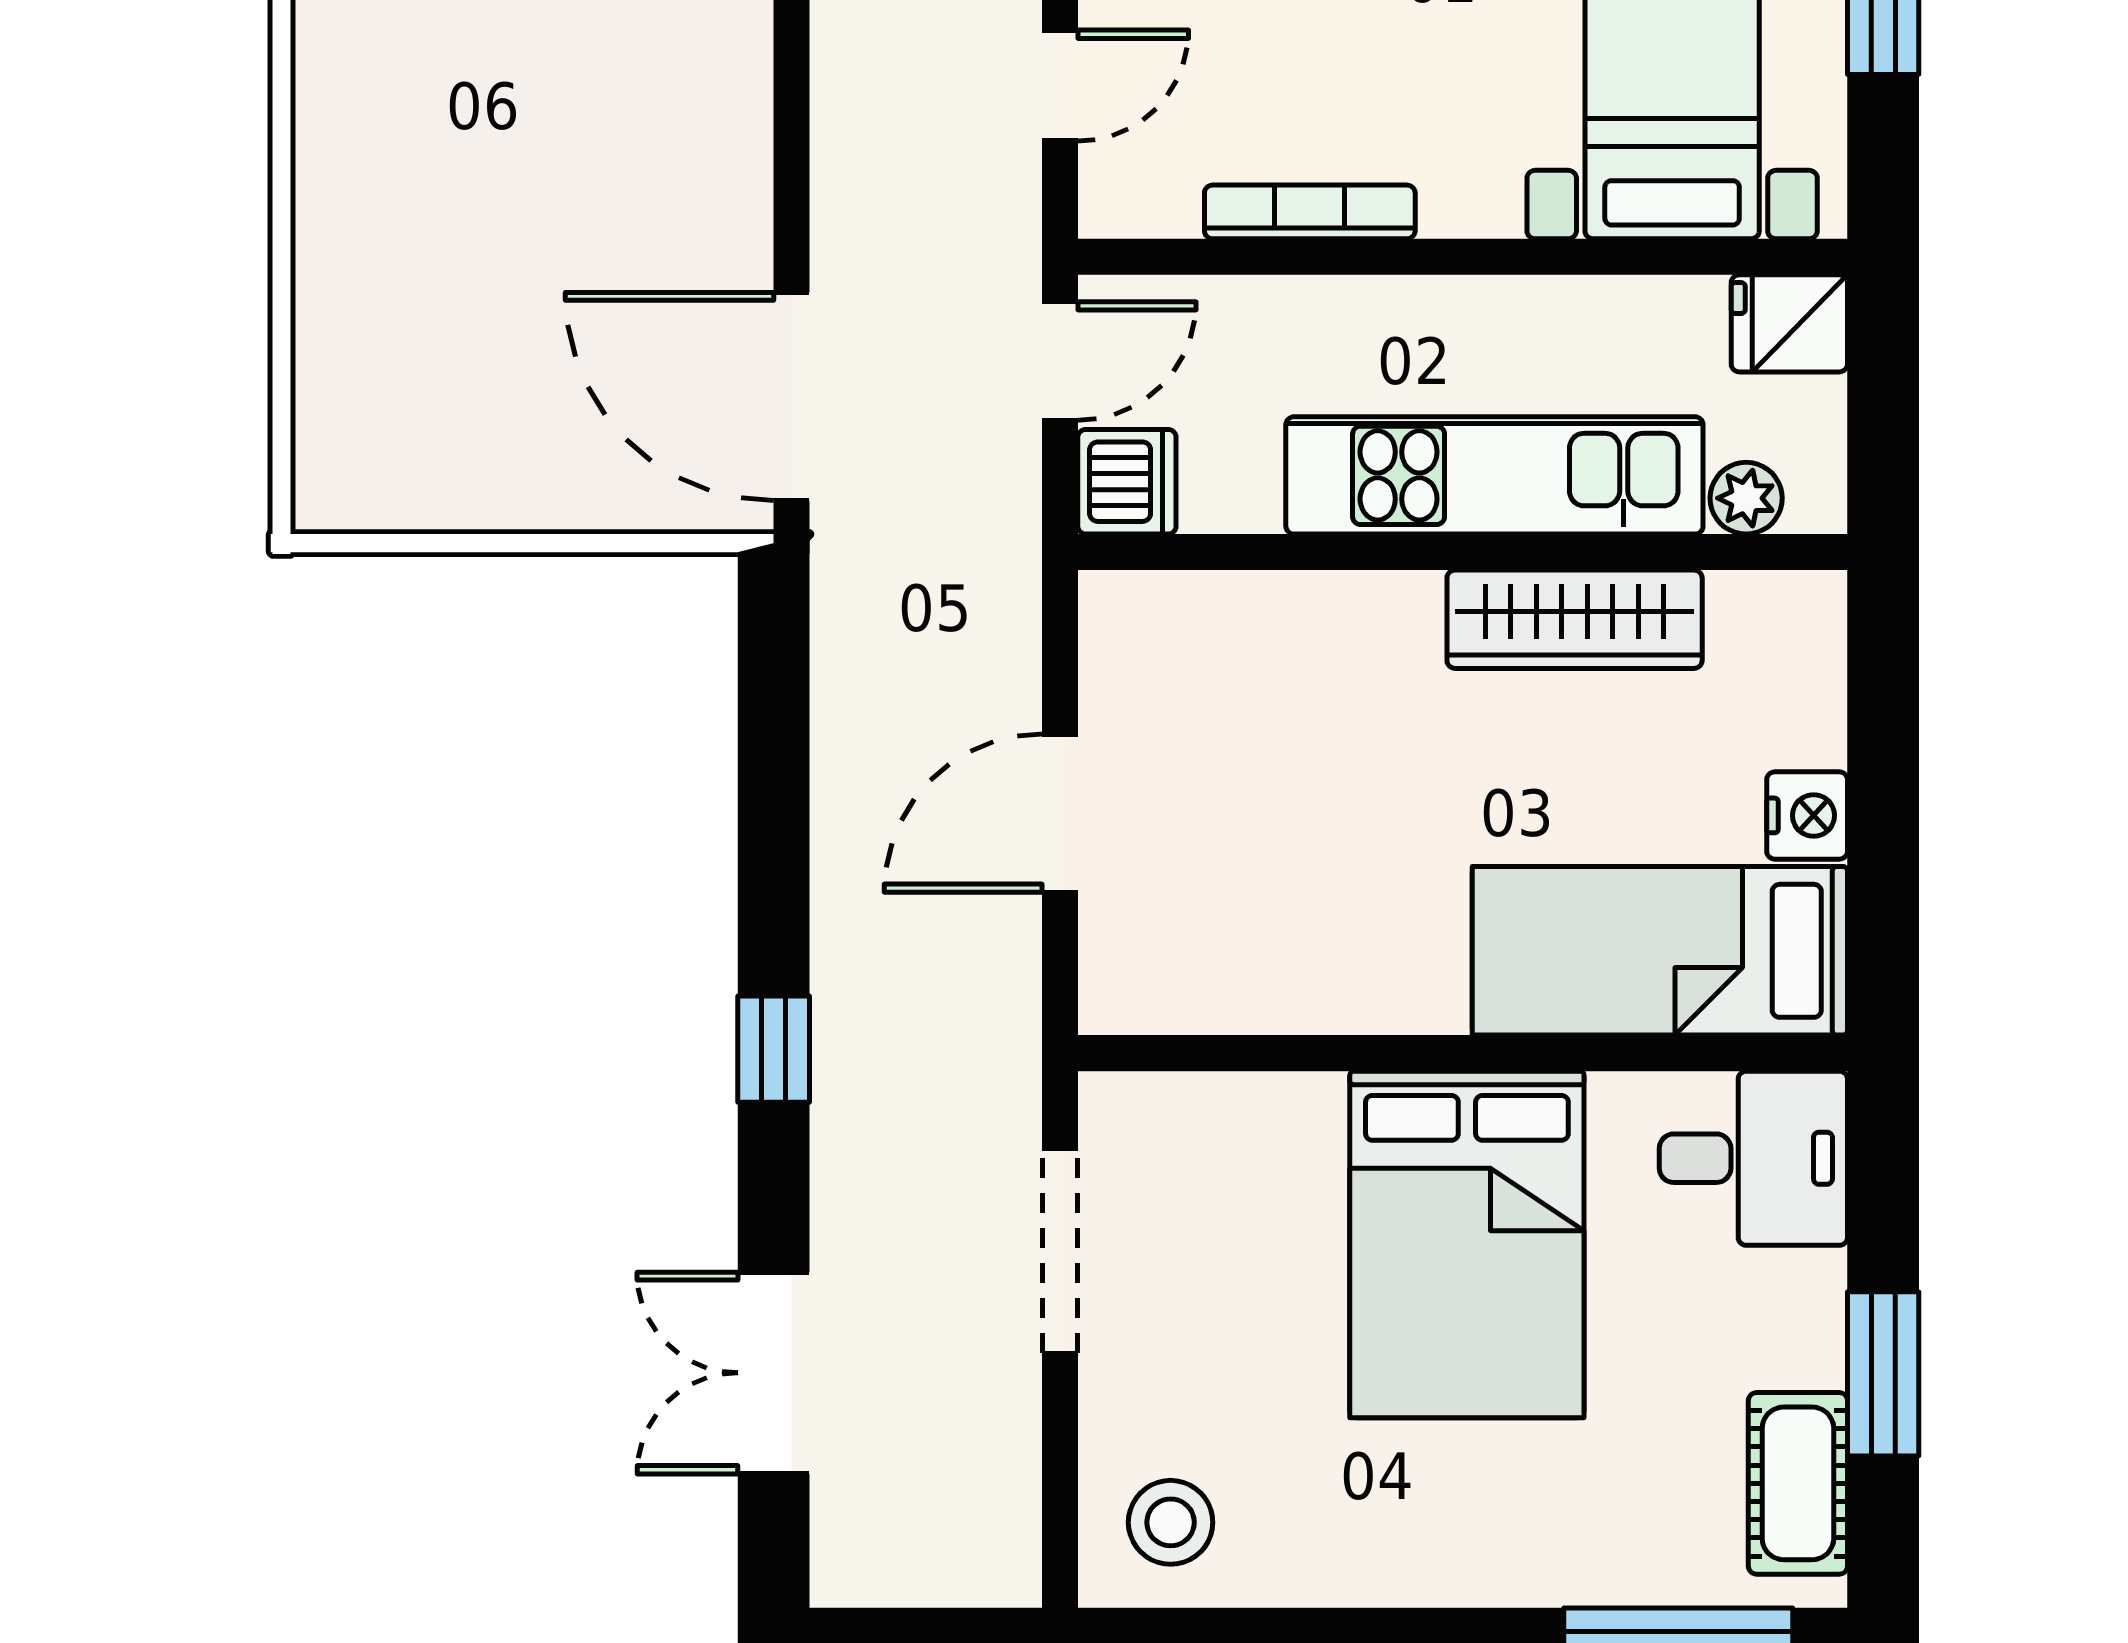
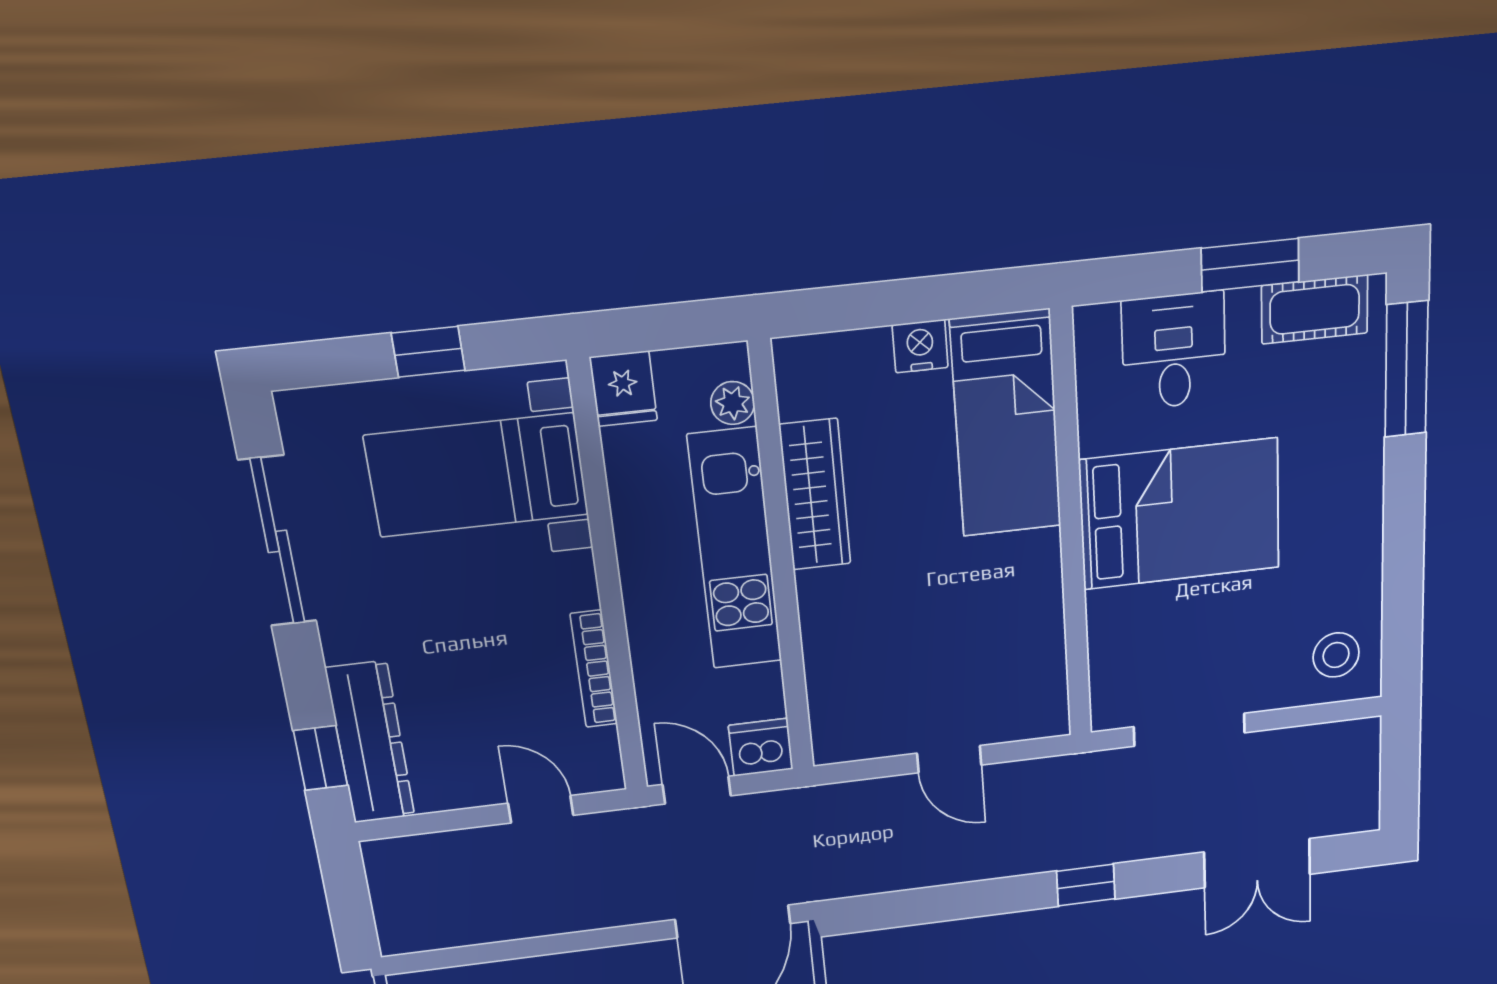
door: (1060, 813) -> (949, 759), width x0.73
desk: (1753, 1158) -> (1174, 351), moved

